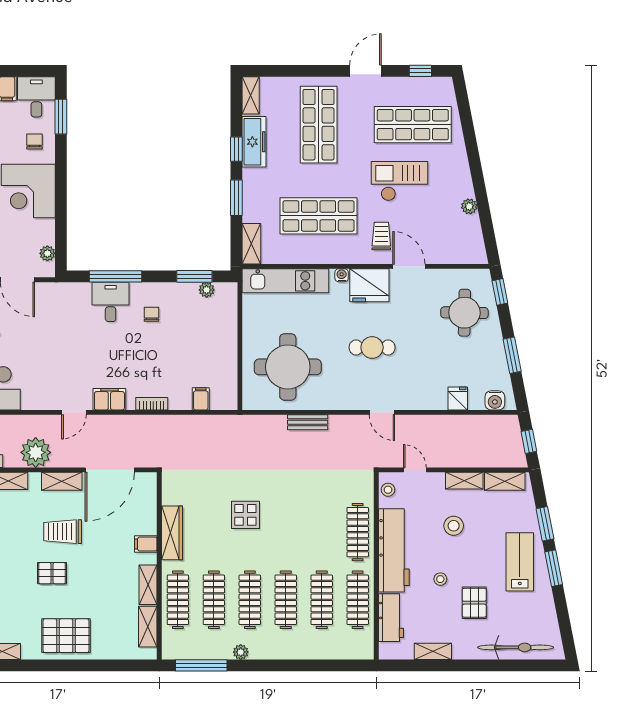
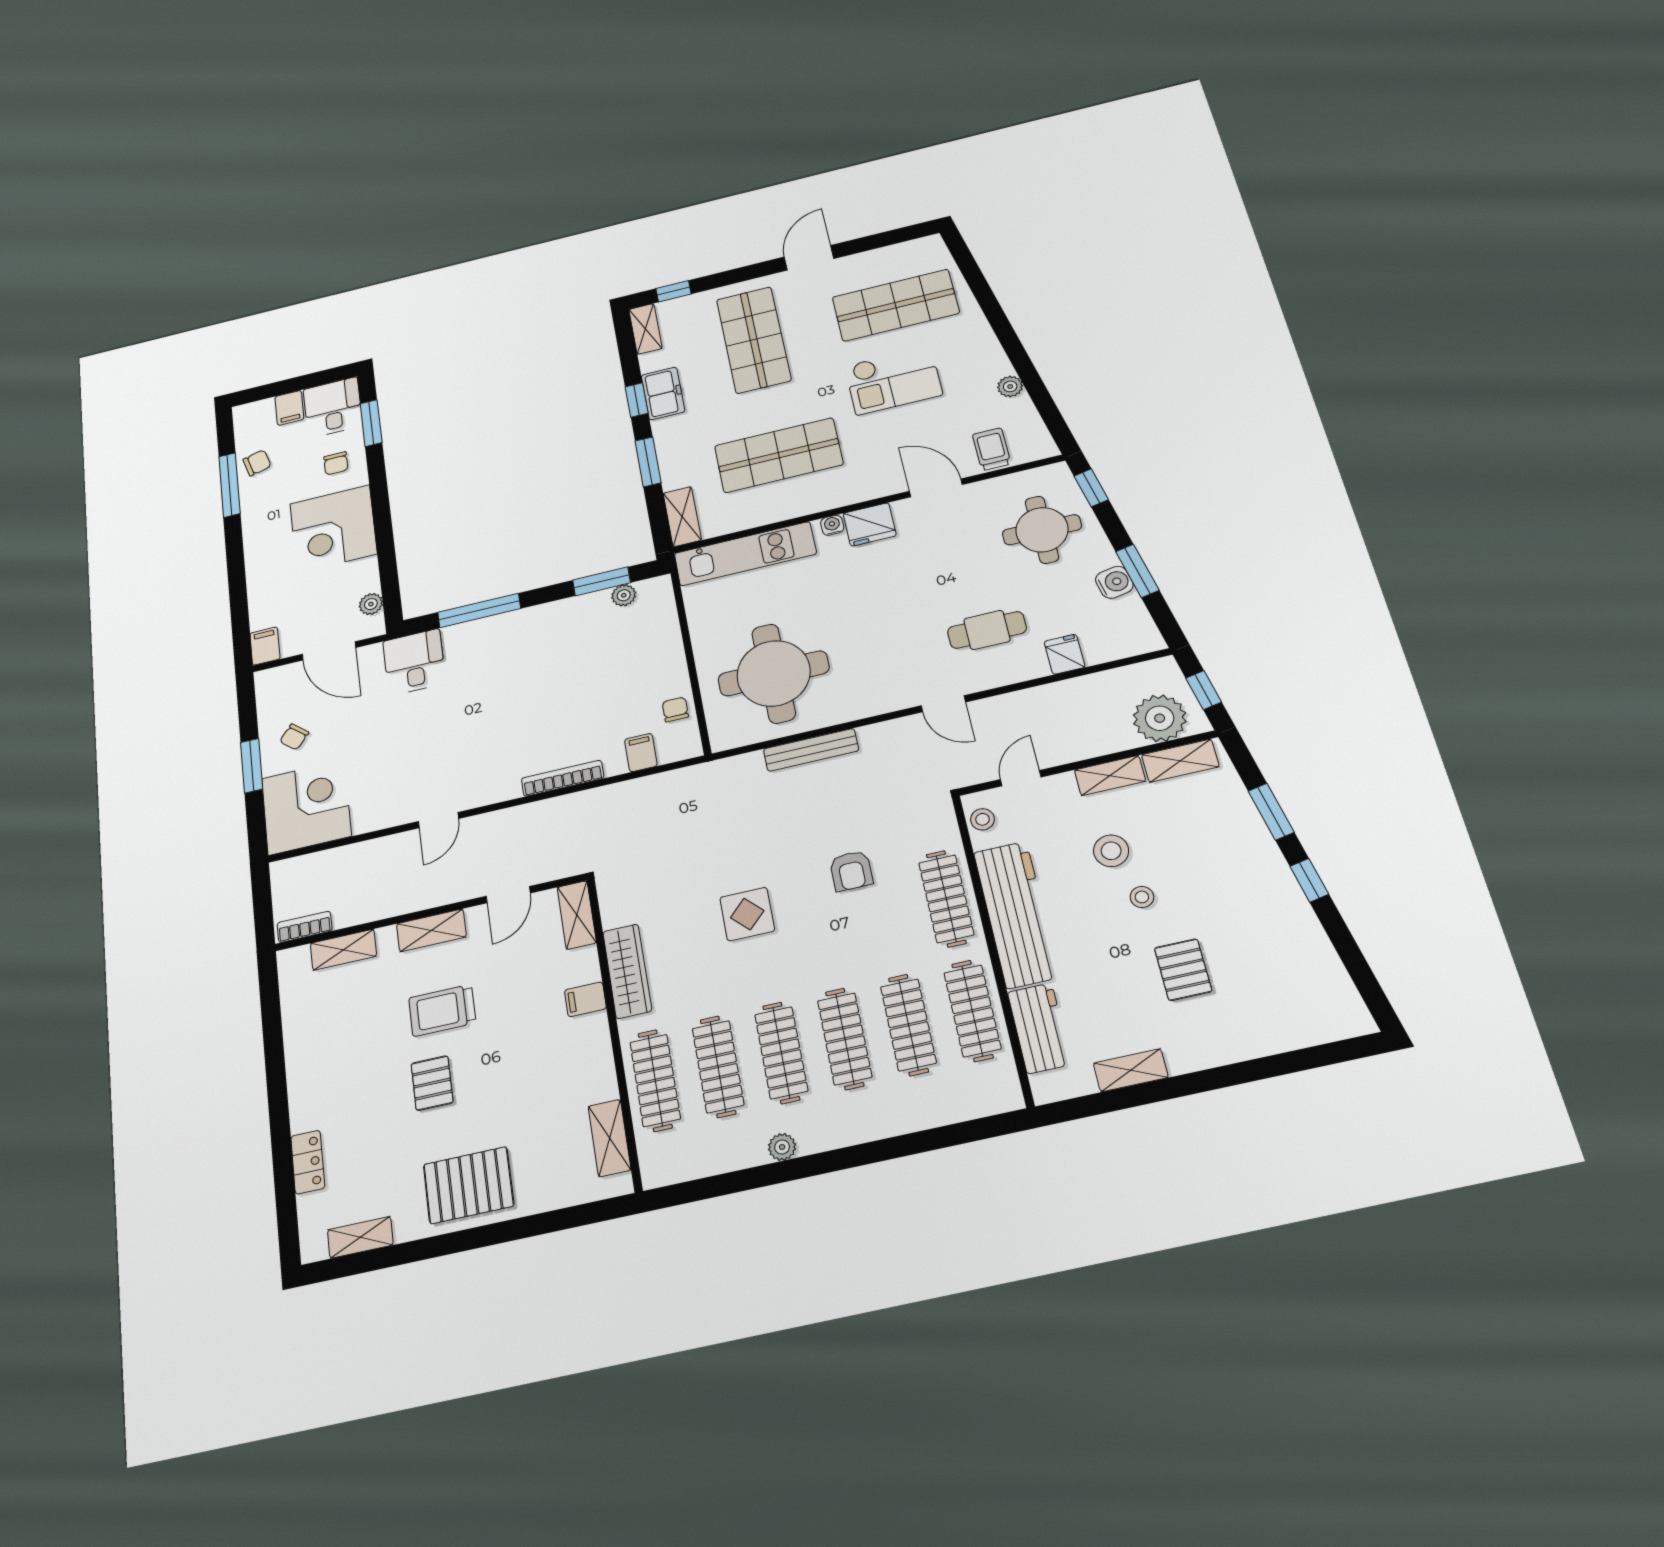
window: (420, 71) -> (673, 291), moved
chair: (34, 142) -> (336, 463), turned 180
freezer: (254, 142) -> (663, 393), width x0.71
checkout: (400, 181) -> (893, 380), turned 180
trolley: (381, 236) -> (992, 449), moved
fridge: (369, 285) -> (870, 524), width x0.73, depth x0.75
desk: (111, 302) -> (414, 662), moved
chair: (152, 314) -> (675, 709), moved
cafe table: (372, 347) -> (987, 630), moved
filing cabinet: (109, 399) -> (493, 787), removed
water cooler: (495, 400) -> (1114, 582), moved, turned -101
bookcase: (152, 404) -> (563, 778), width x1.56
bench: (308, 422) -> (811, 750), width x1.36
plant: (36, 452) -> (1160, 718), moved
door: (110, 470) -> (508, 895), width x0.53
door: (415, 470) -> (1021, 778), hinge flipped
armchair: (309, 503) -> (851, 871), added
lab bench: (520, 562) -> (1245, 883), removed
window: (554, 568) -> (1309, 880), width x0.67
pallet: (52, 573) -> (432, 1083), turned 90
stool: (440, 579) -> (1142, 897), moved
shelving: (148, 585) -> (577, 915), moved
bicycle: (516, 647) -> (1281, 1030), removed
window: (201, 665) -> (716, 1186), removed

